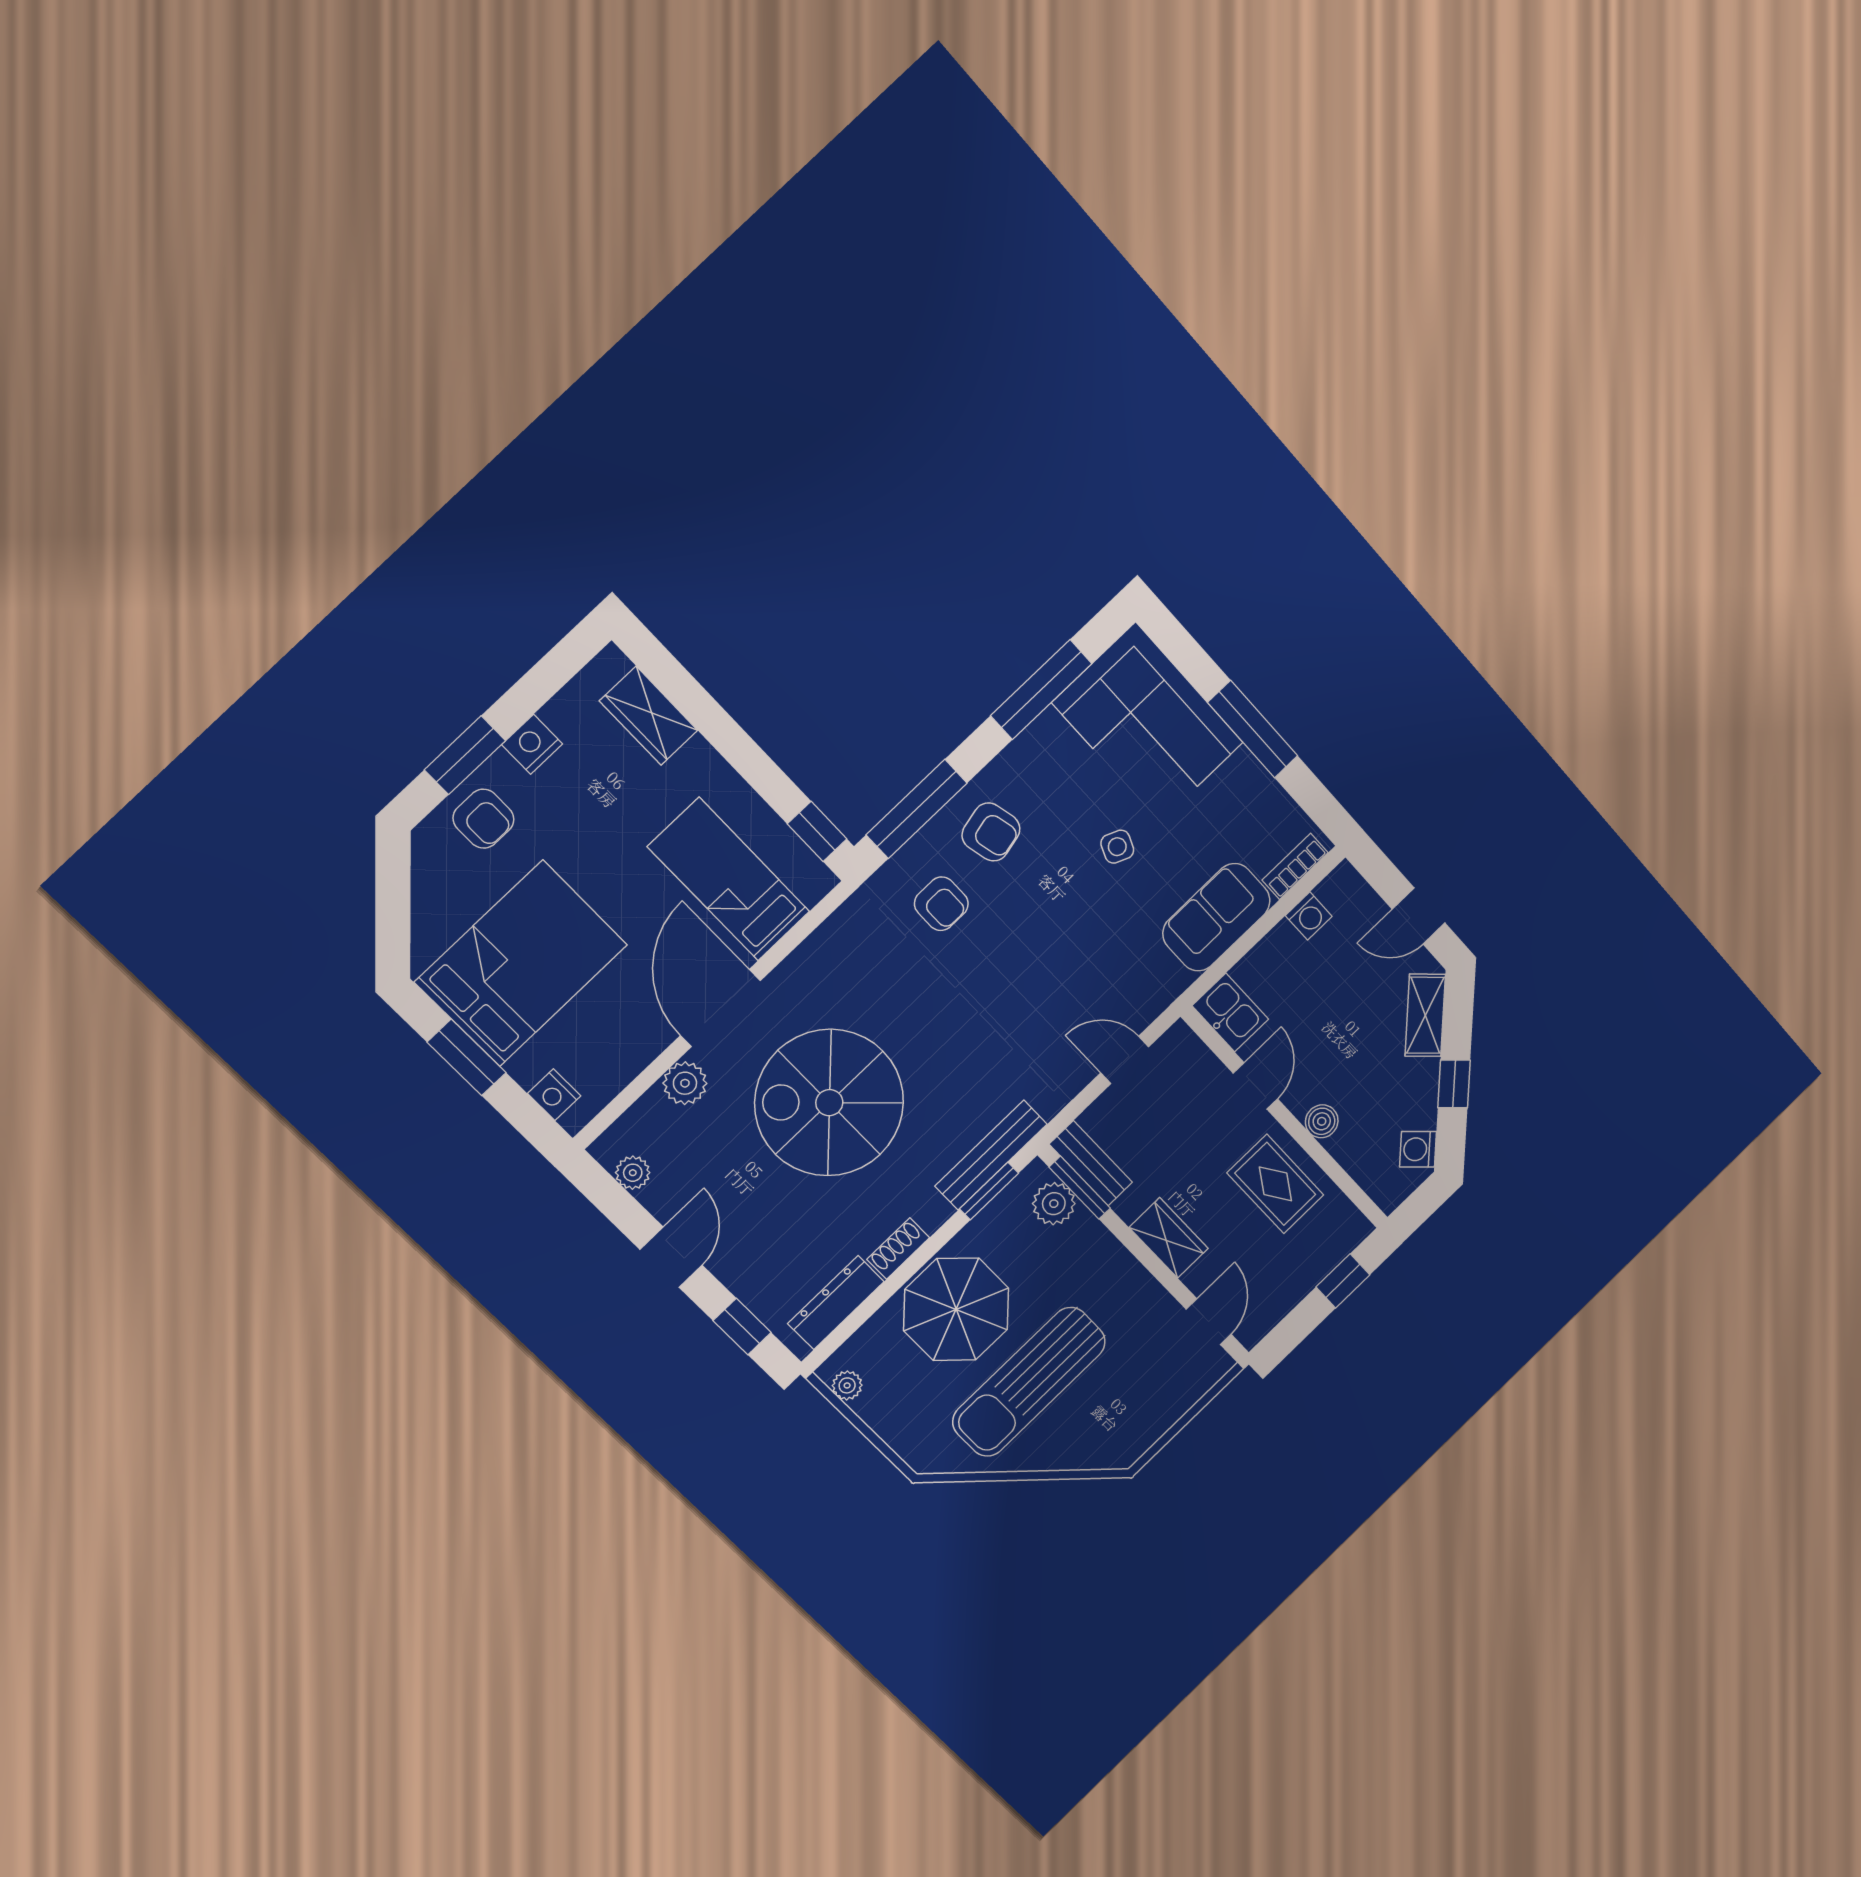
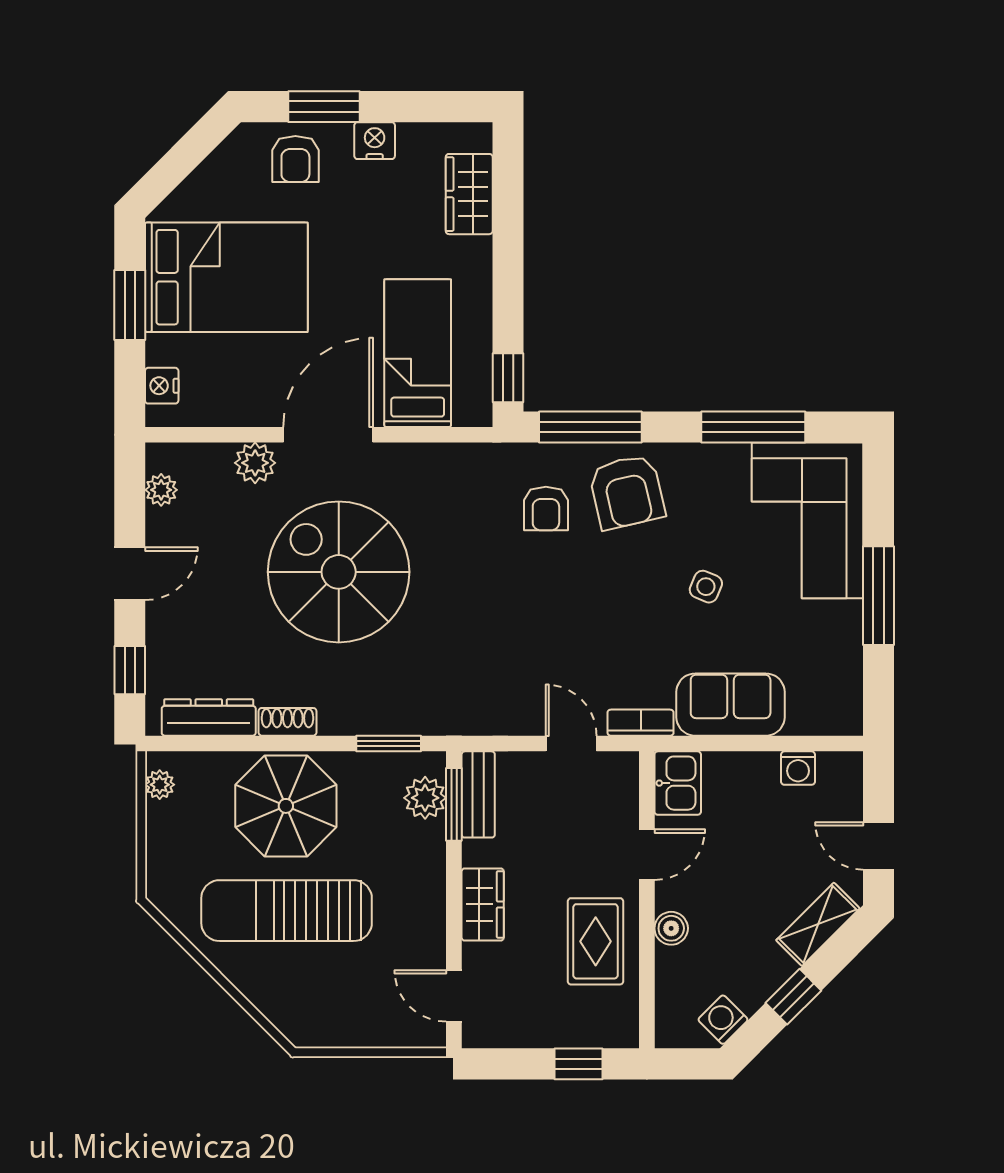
armchair: (991, 832) -> (627, 492), width x1.38, depth x1.38
bookcase: (1295, 866) -> (641, 723), moved
bench: (991, 1155) -> (414, 719), removed
door: (1209, 1322) -> (454, 996), swing flipped

